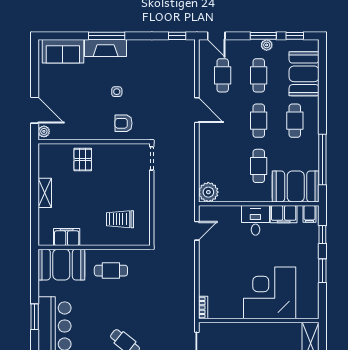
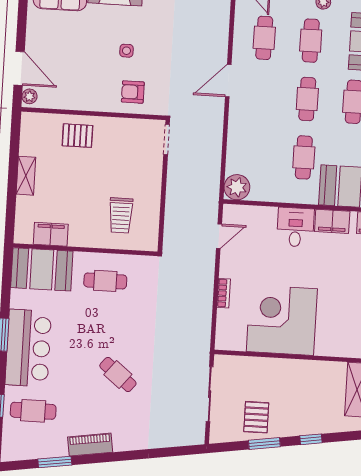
door: (197, 110) -> (228, 81), swing flipped
pallet: (83, 160) -> (77, 136), turned 90
trolley: (120, 219) -> (121, 215), turned -90
corner desk: (270, 293) -> (282, 320), moved
bookcase: (203, 308) -> (224, 293), moved

